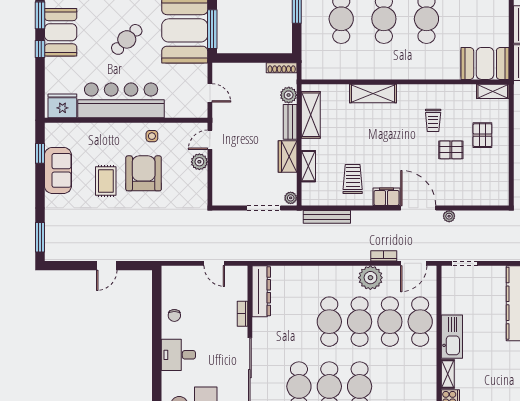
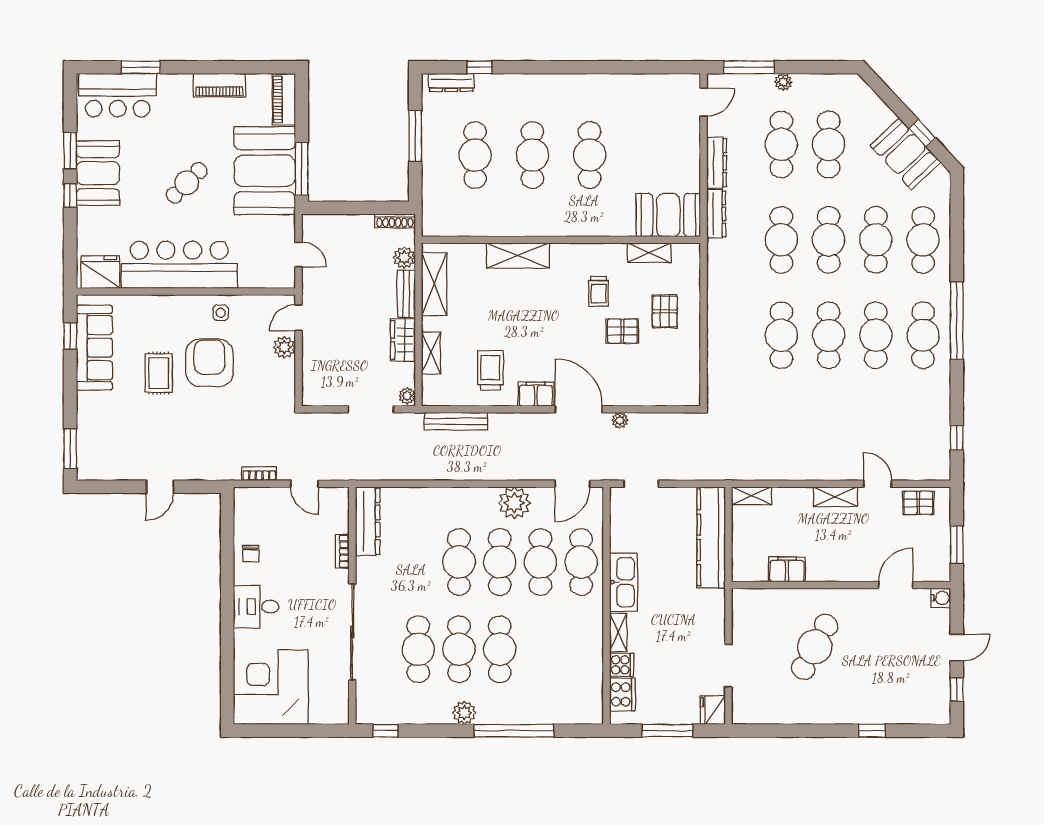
shelving: (493, 91) -> (649, 253), moved
sofa: (58, 170) -> (94, 348), width x1.36
bookcase: (384, 256) -> (259, 474), moved

